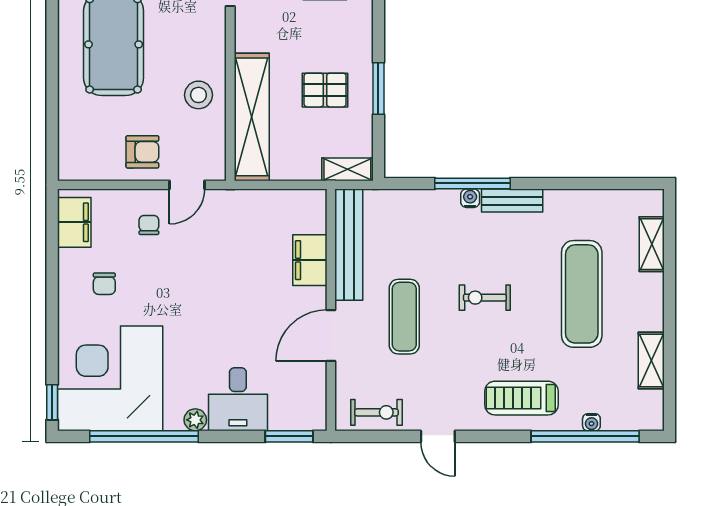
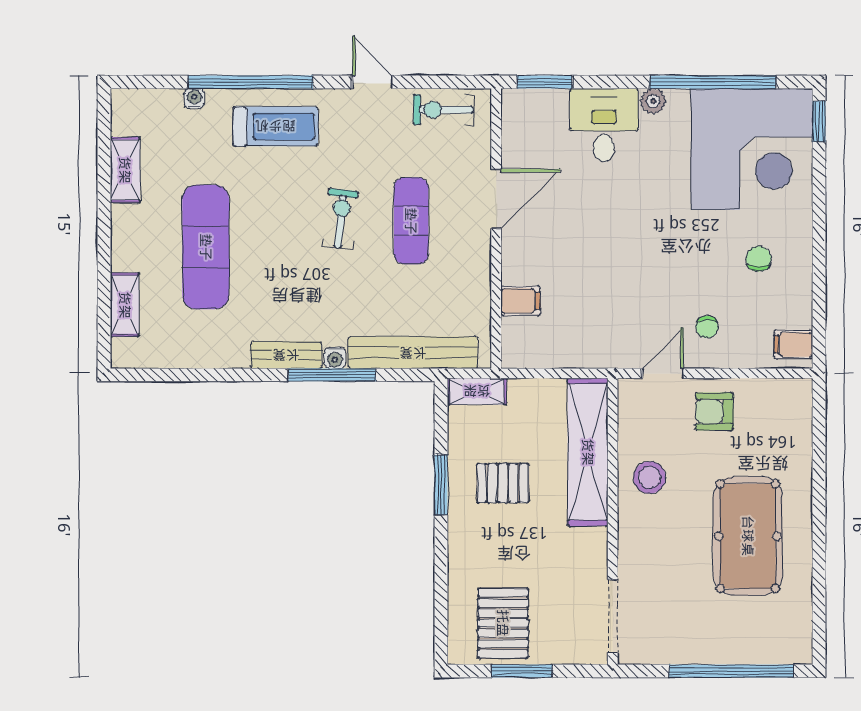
filing cabinet: (74, 222) -> (793, 344), width x0.50
bench: (349, 245) -> (413, 353), moved, turned 90
filing cabinet: (310, 260) -> (520, 301), width x0.50
exercise bike: (485, 298) -> (341, 219), moved, turned -84
window: (585, 436) -> (251, 82), moved

